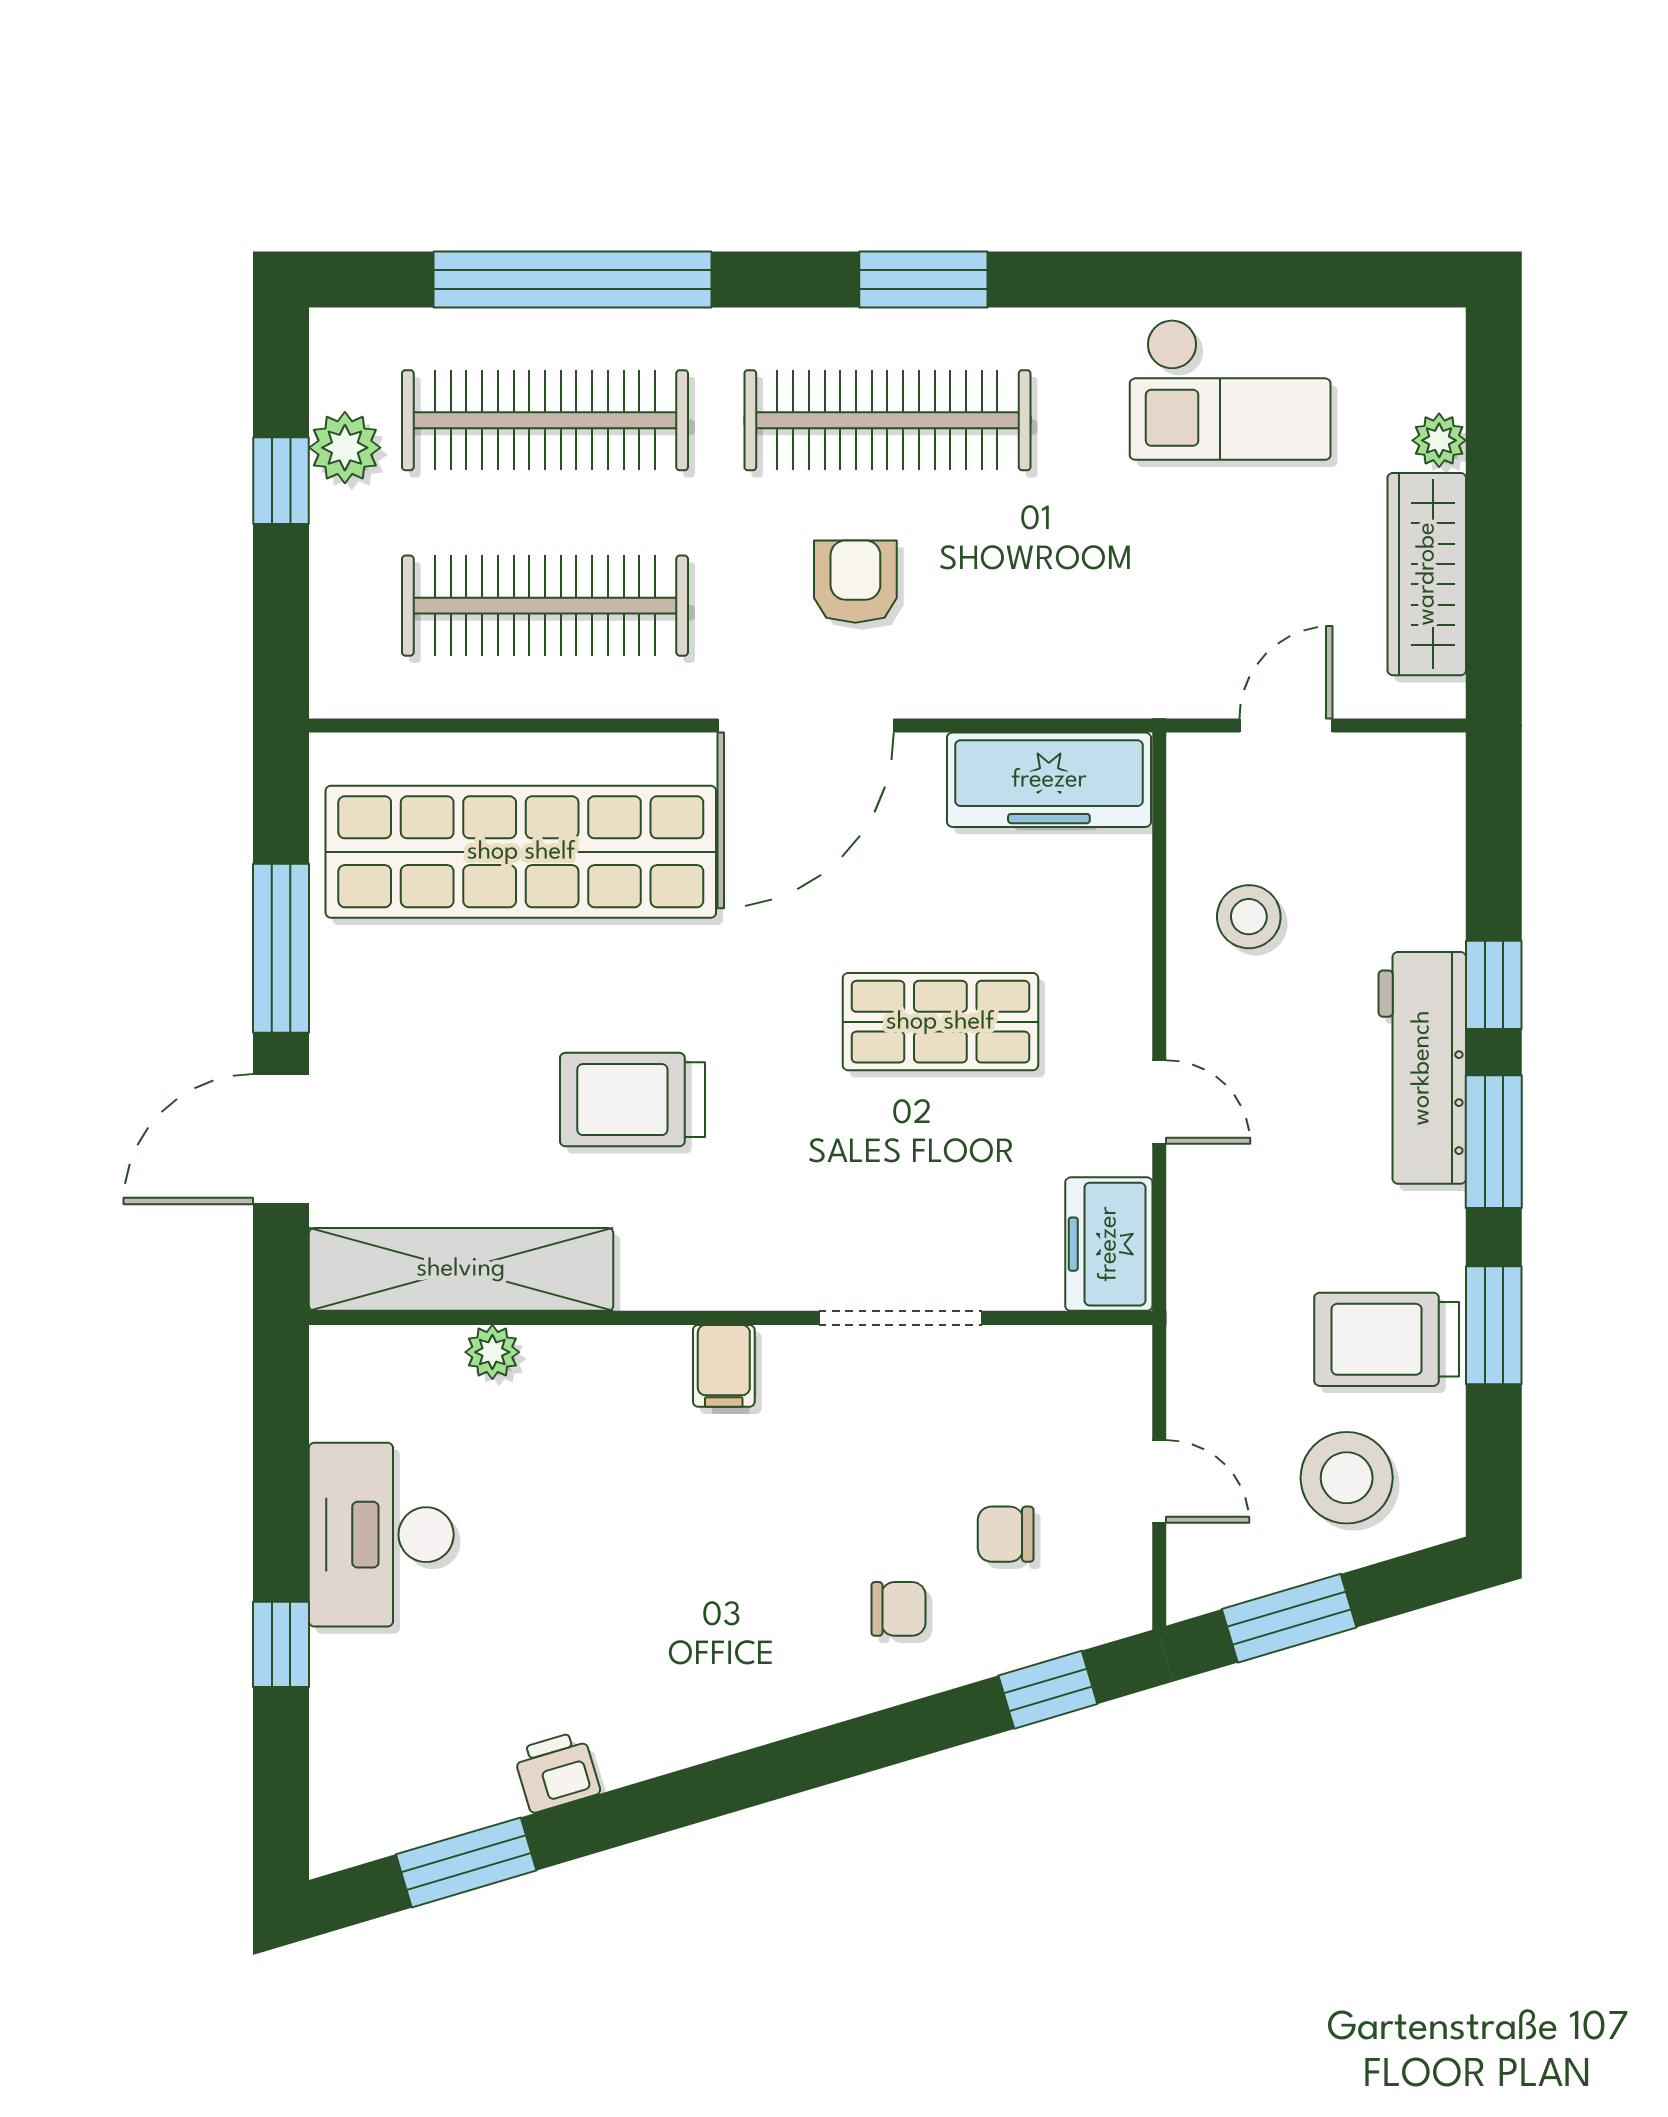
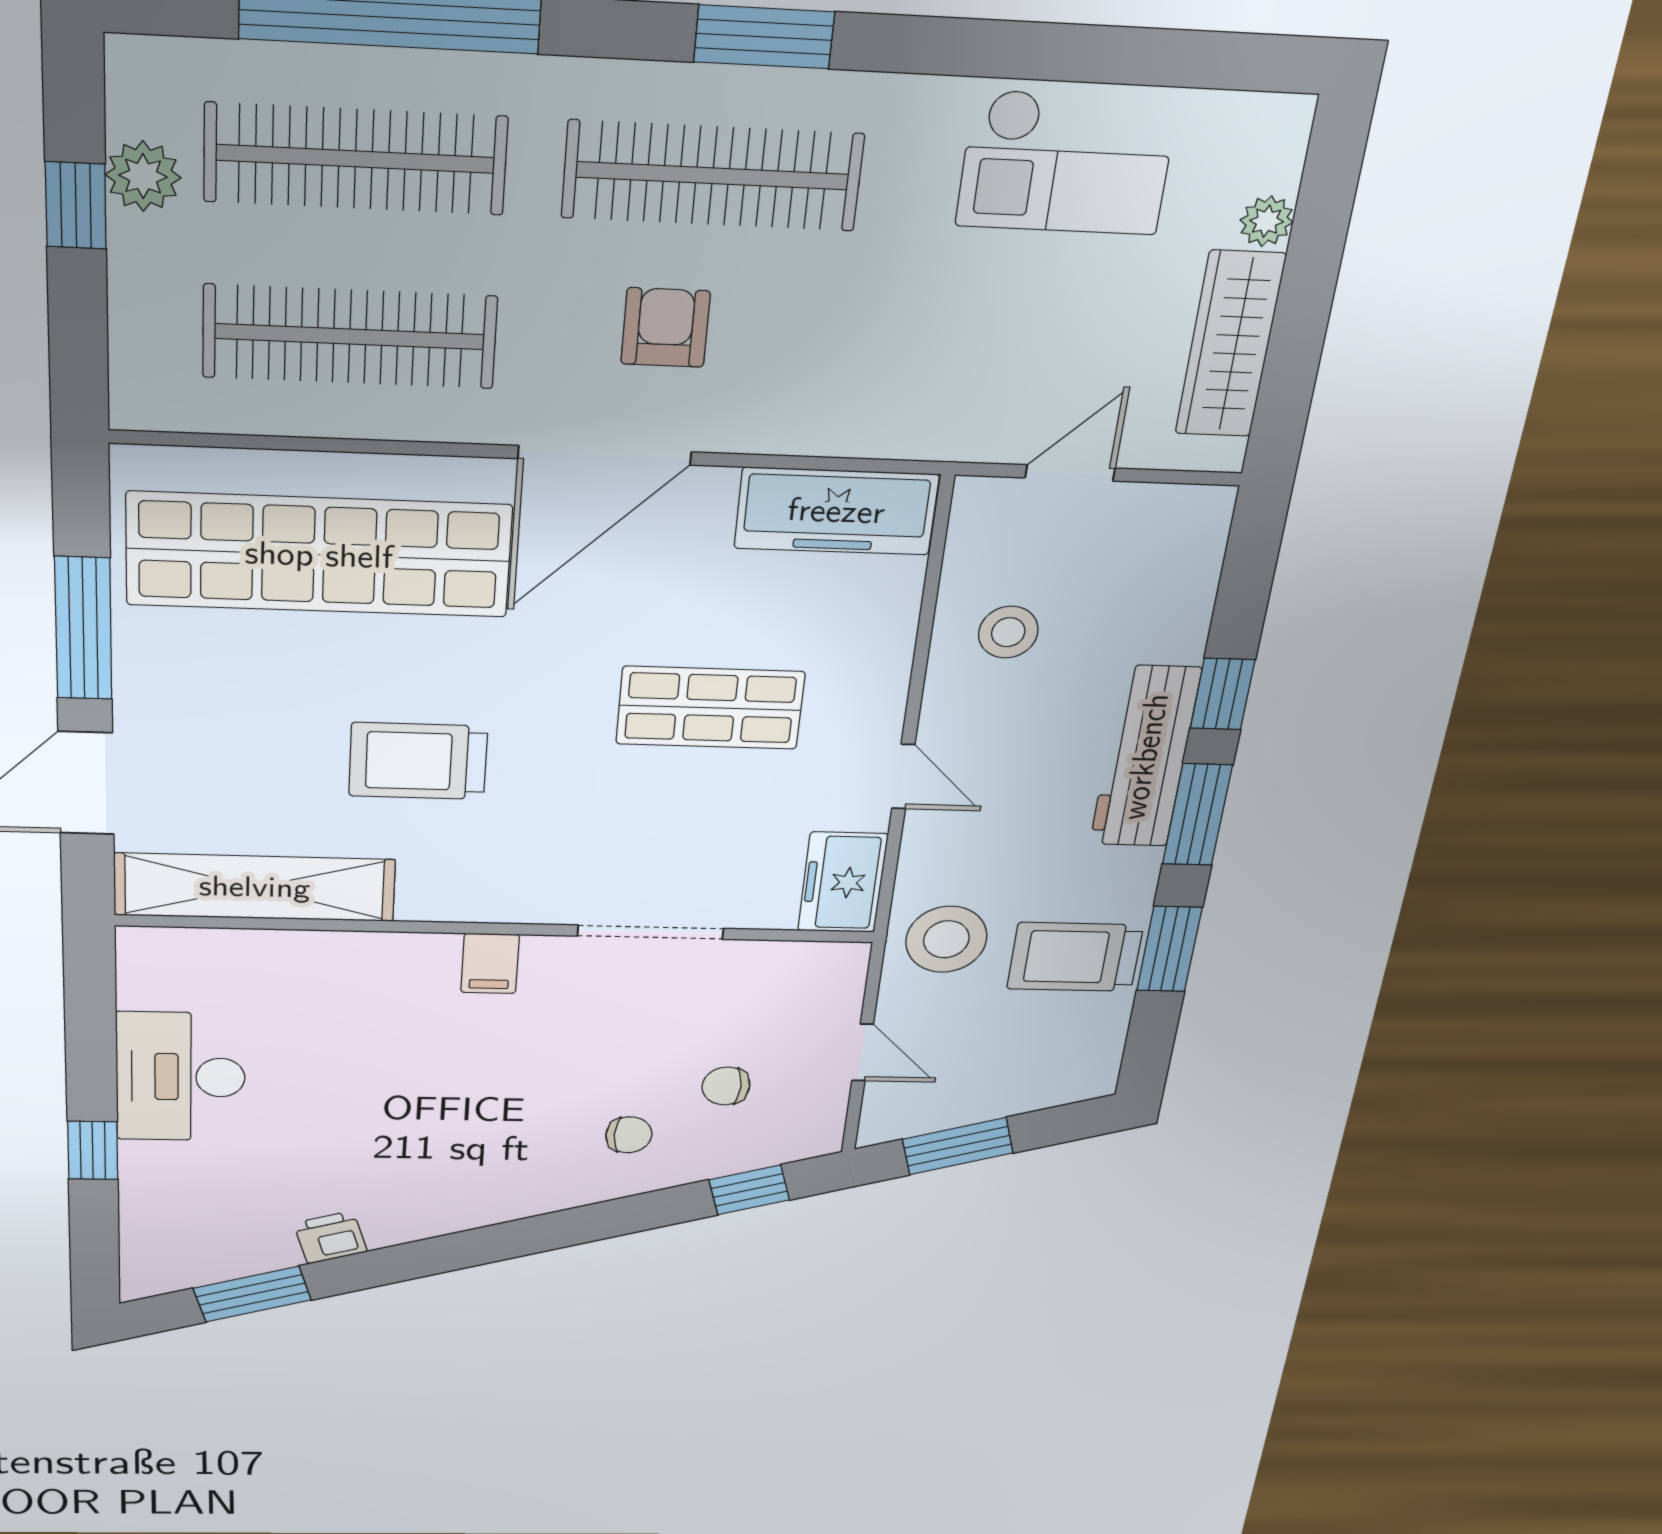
plant: (492, 1352) -> (282, 949), removed
stool: (1347, 1478) -> (946, 939), moved

